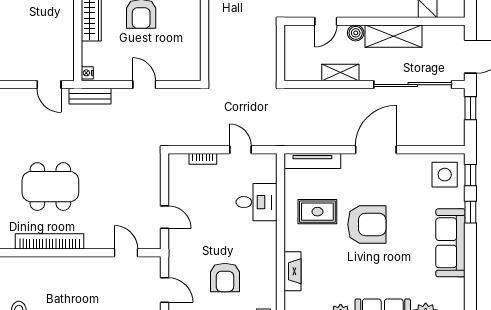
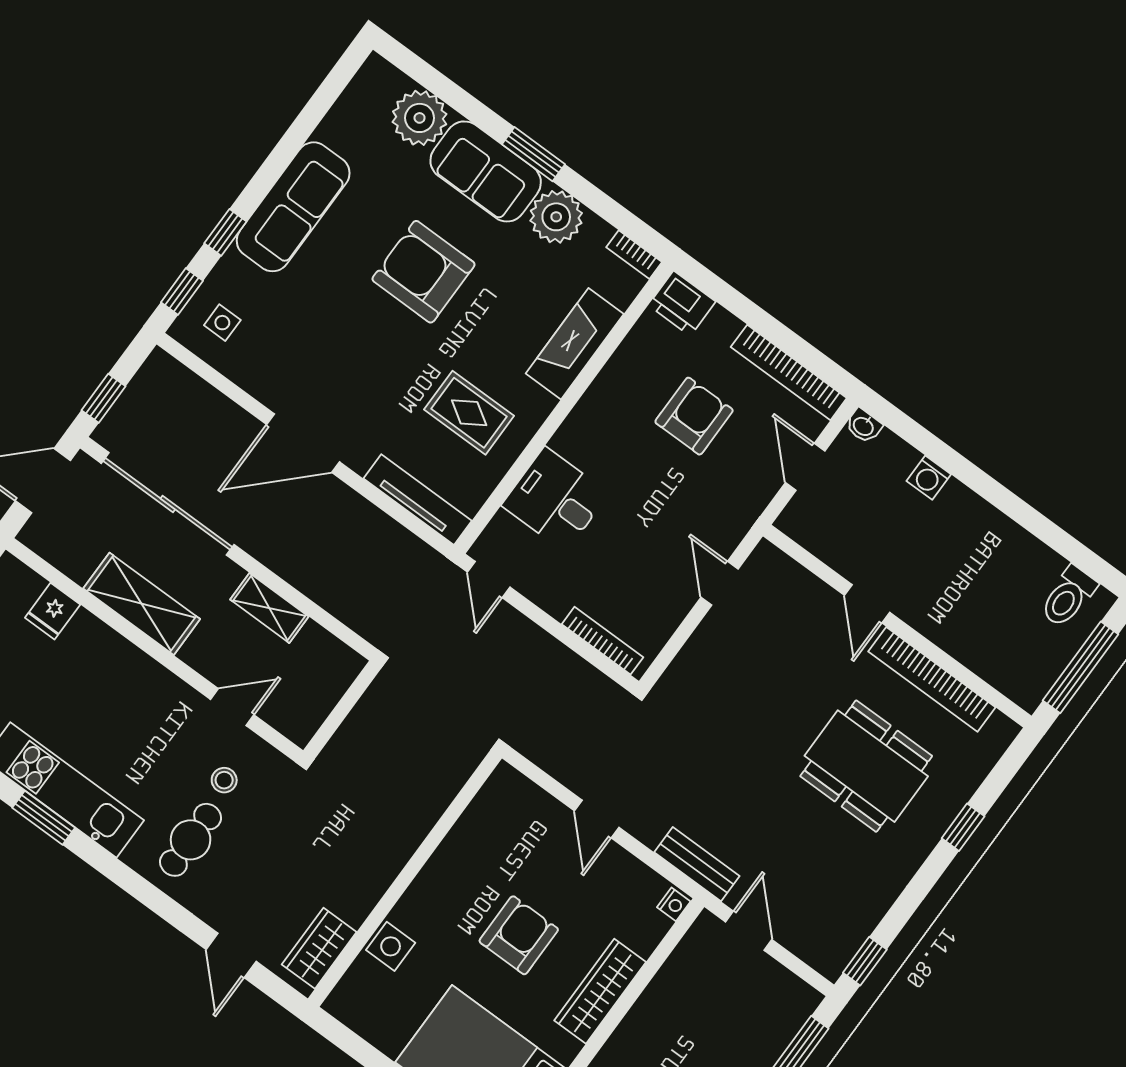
boiler: (356, 33) -> (198, 653), removed
door: (240, 150) -> (489, 580), moved
bookcase: (203, 159) -> (602, 641), width x1.56
side table: (445, 175) -> (222, 323), width x0.54, depth x0.54
armchair: (367, 224) -> (423, 272), moved
door: (126, 253) -> (867, 604), moved
fireplace: (292, 271) -> (575, 344), width x1.37, depth x1.32

